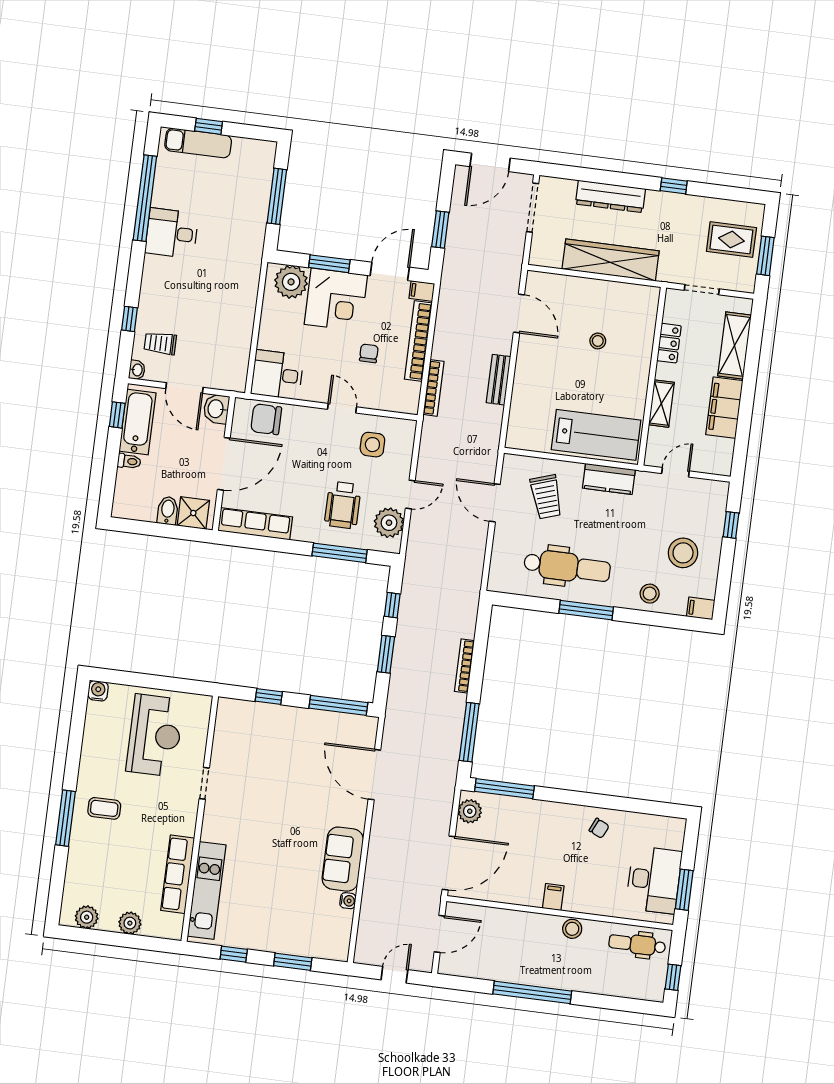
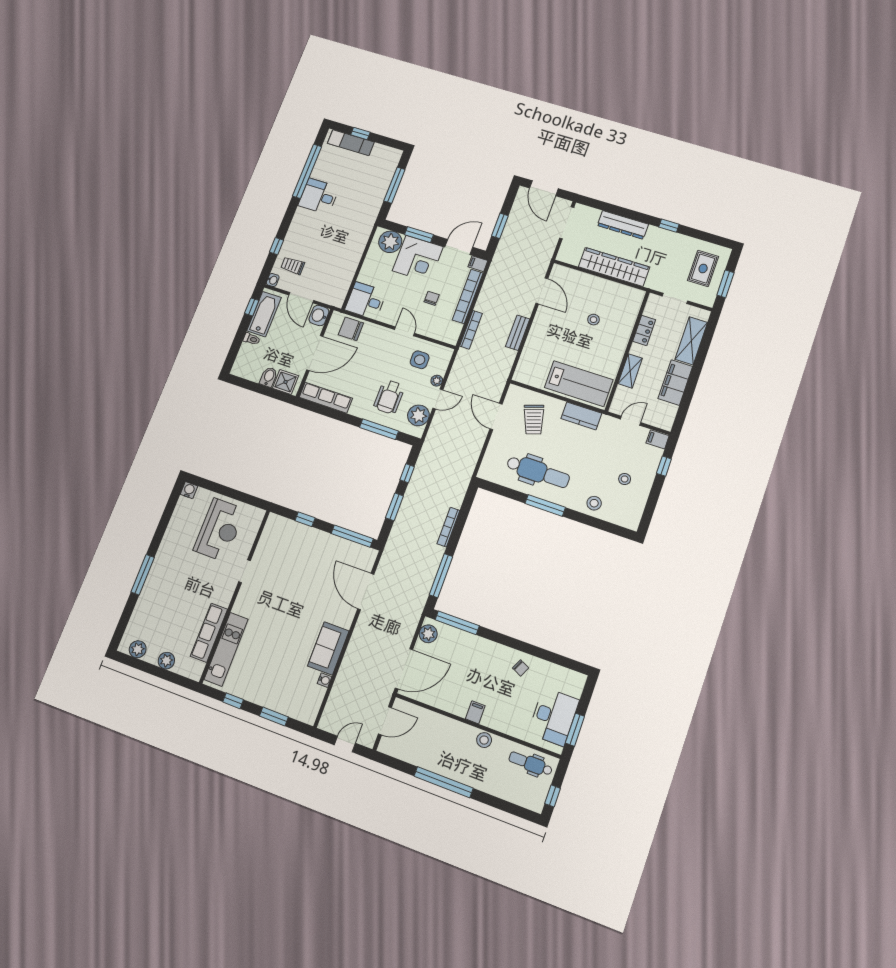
door: (490, 162) -> (544, 188), hinge flipped
rug: (731, 239) -> (703, 268), turned 90
plant: (403, 469) -> (437, 381), added
stool: (683, 553) -> (625, 479), width x0.53, depth x0.53
filing cabinet: (701, 608) -> (658, 439), moved
coffee table: (104, 808) -> (171, 574), removed

